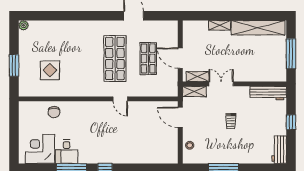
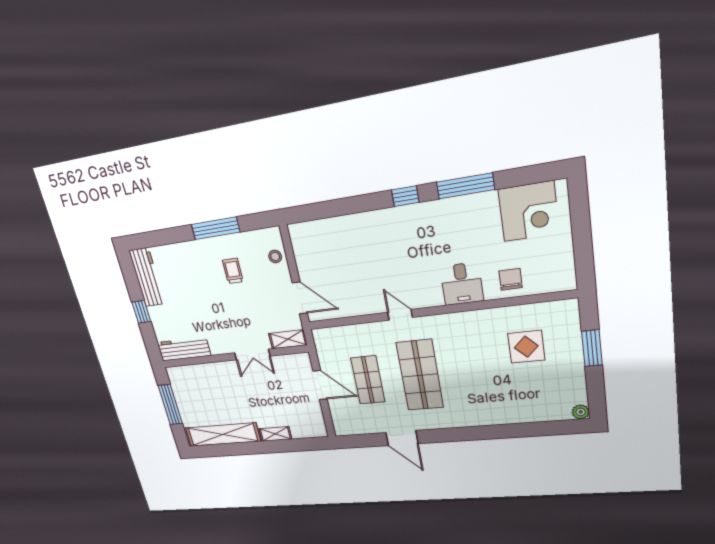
shelving: (198, 77) -> (288, 361), removed
trolley: (231, 121) -> (233, 271), moved
workbench: (279, 150) -> (147, 277), width x1.37
desk: (67, 152) -> (462, 284), moved, turned 180

